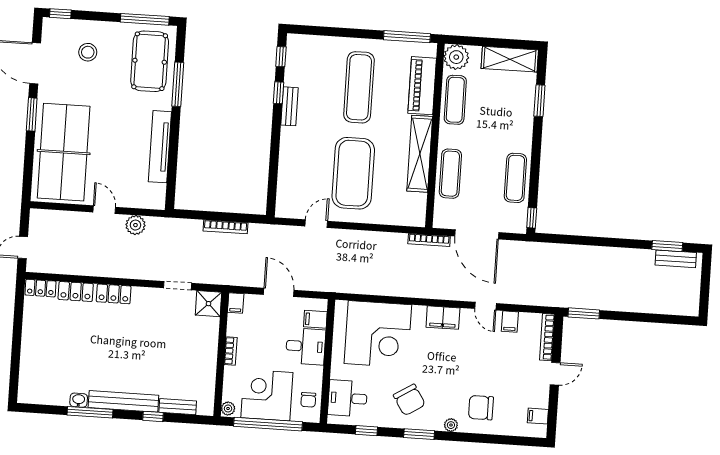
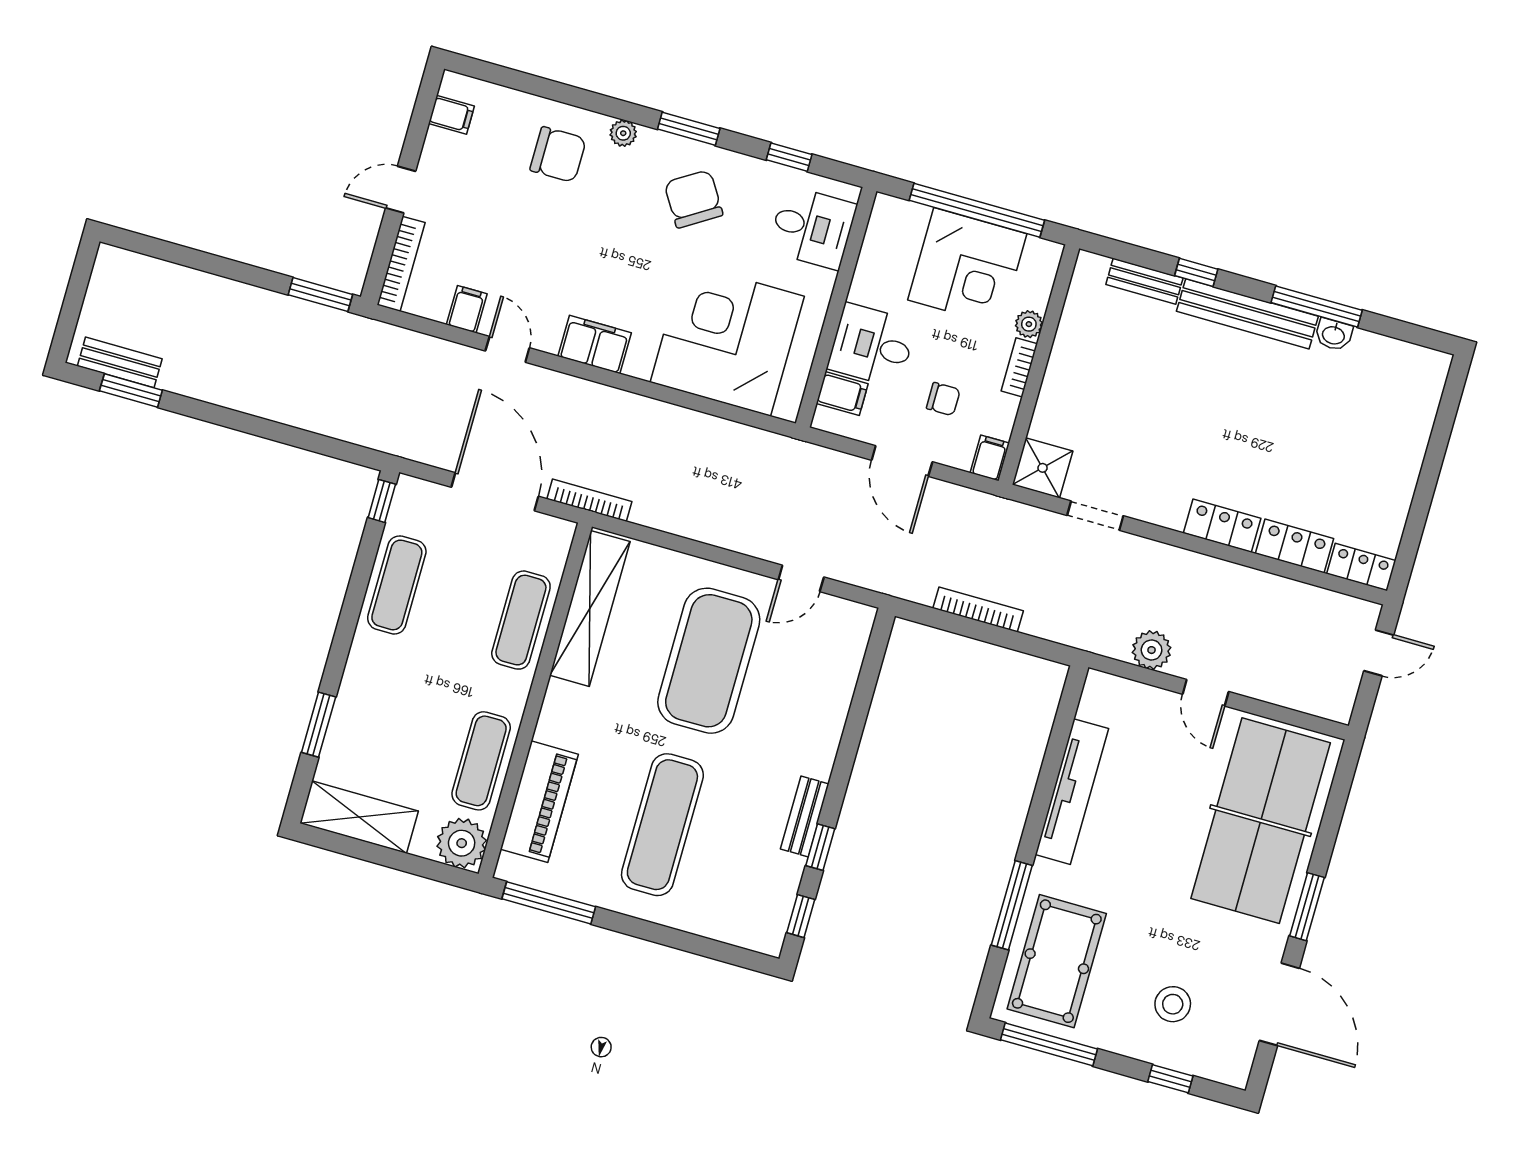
window: (60, 14) -> (1170, 1079), moved
shelving: (420, 154) -> (590, 608), moved
chair: (308, 400) -> (943, 399), moved, turned 90
plant: (228, 408) -> (1029, 324), moved

